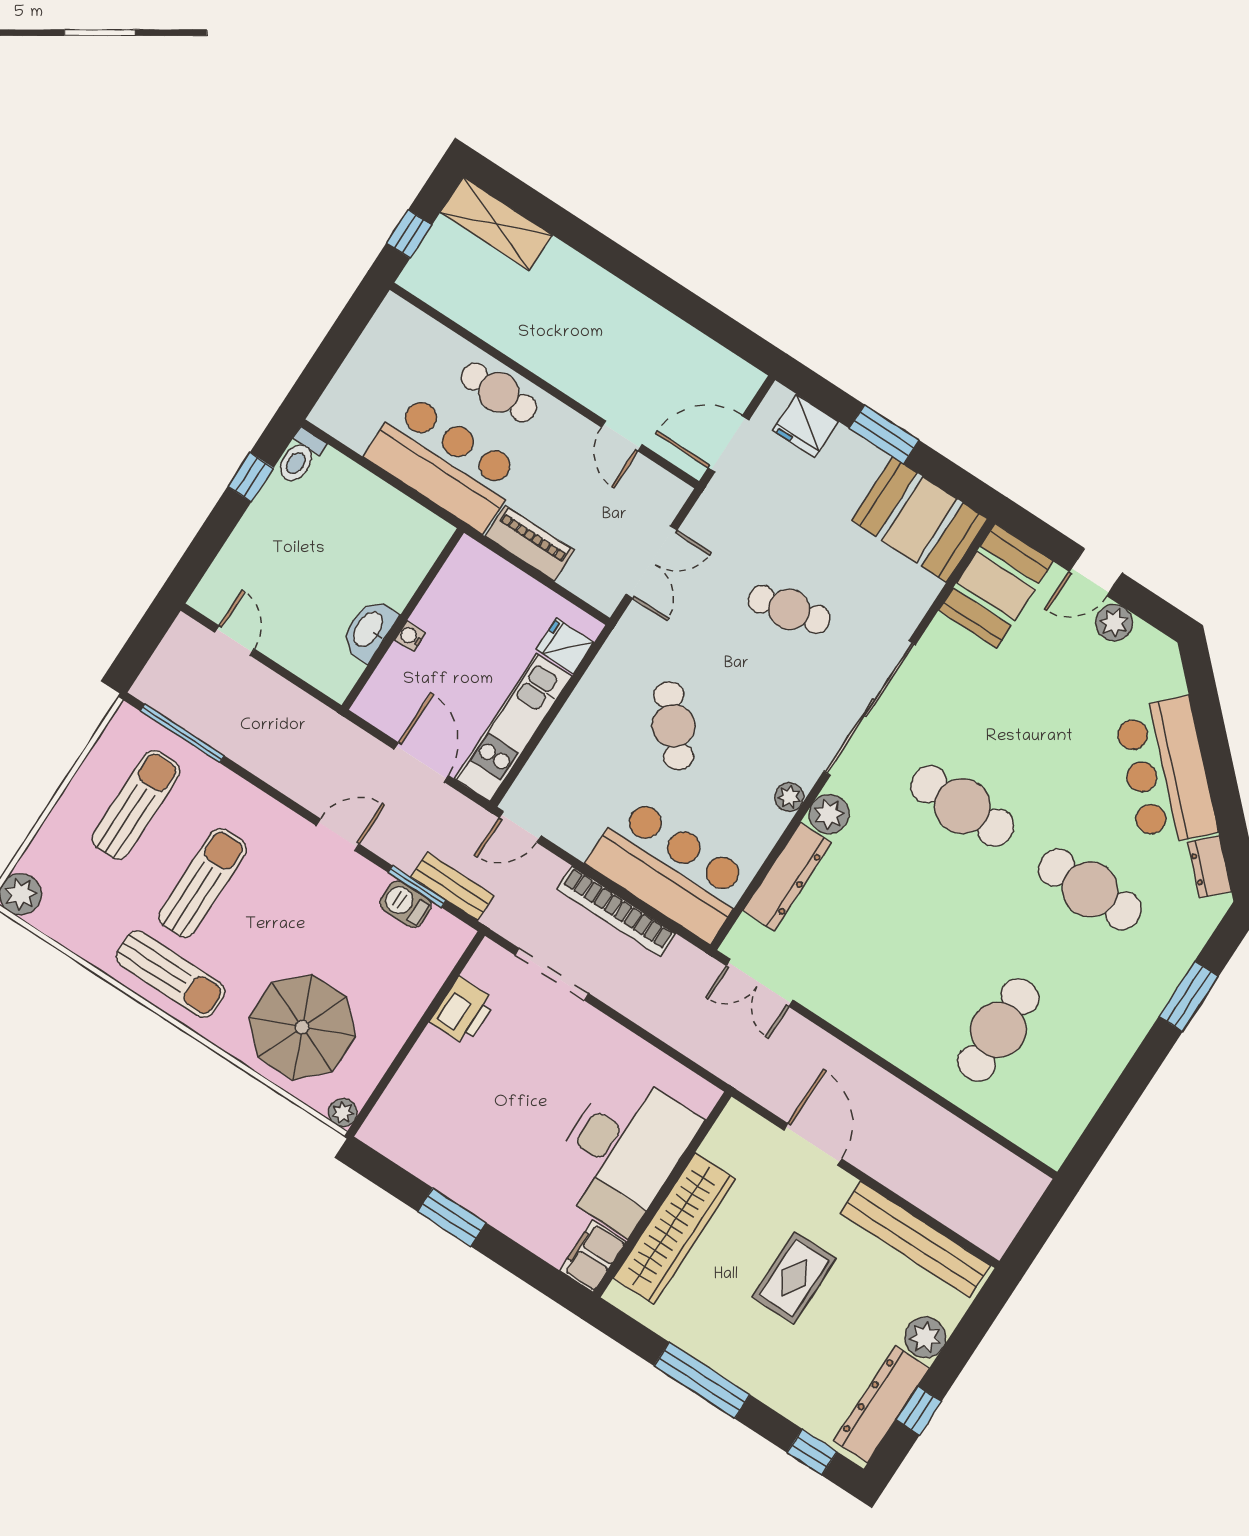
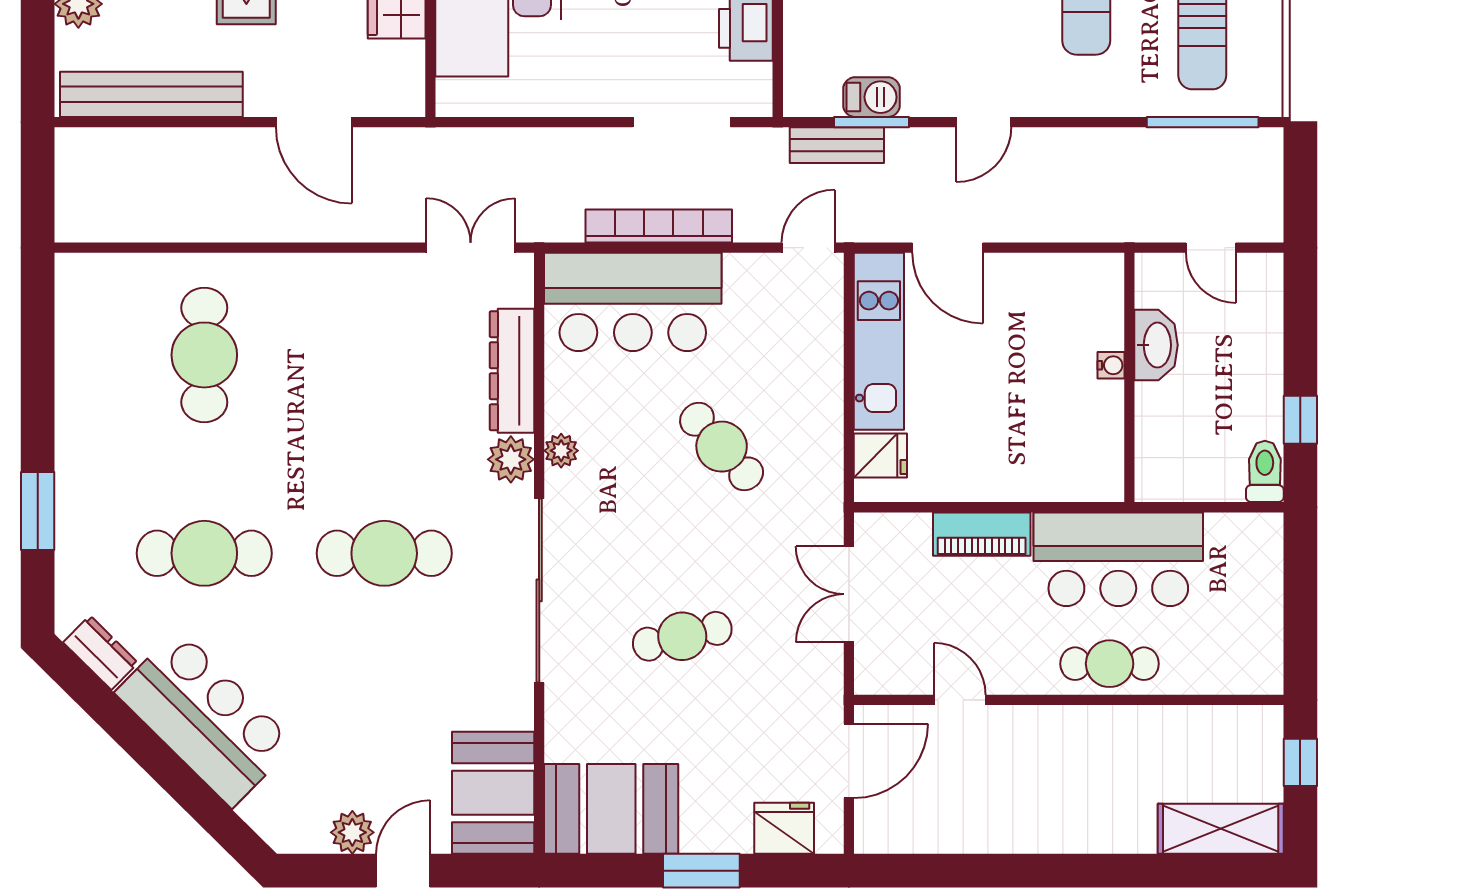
wall: (403, 619) -> (1129, 377), moved
washbasin: (369, 630) -> (1156, 345), moved
water cooler: (410, 636) -> (1111, 365), moved

